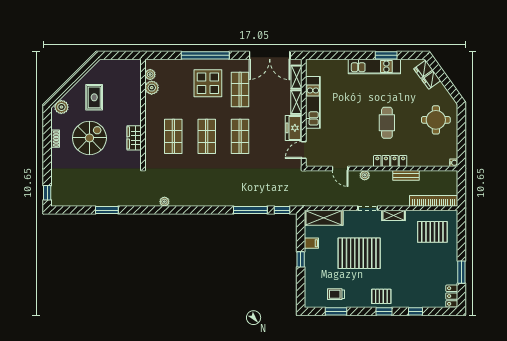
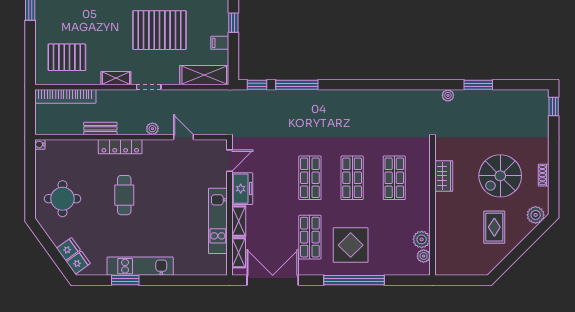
plant: (164, 202) -> (448, 95), moved

